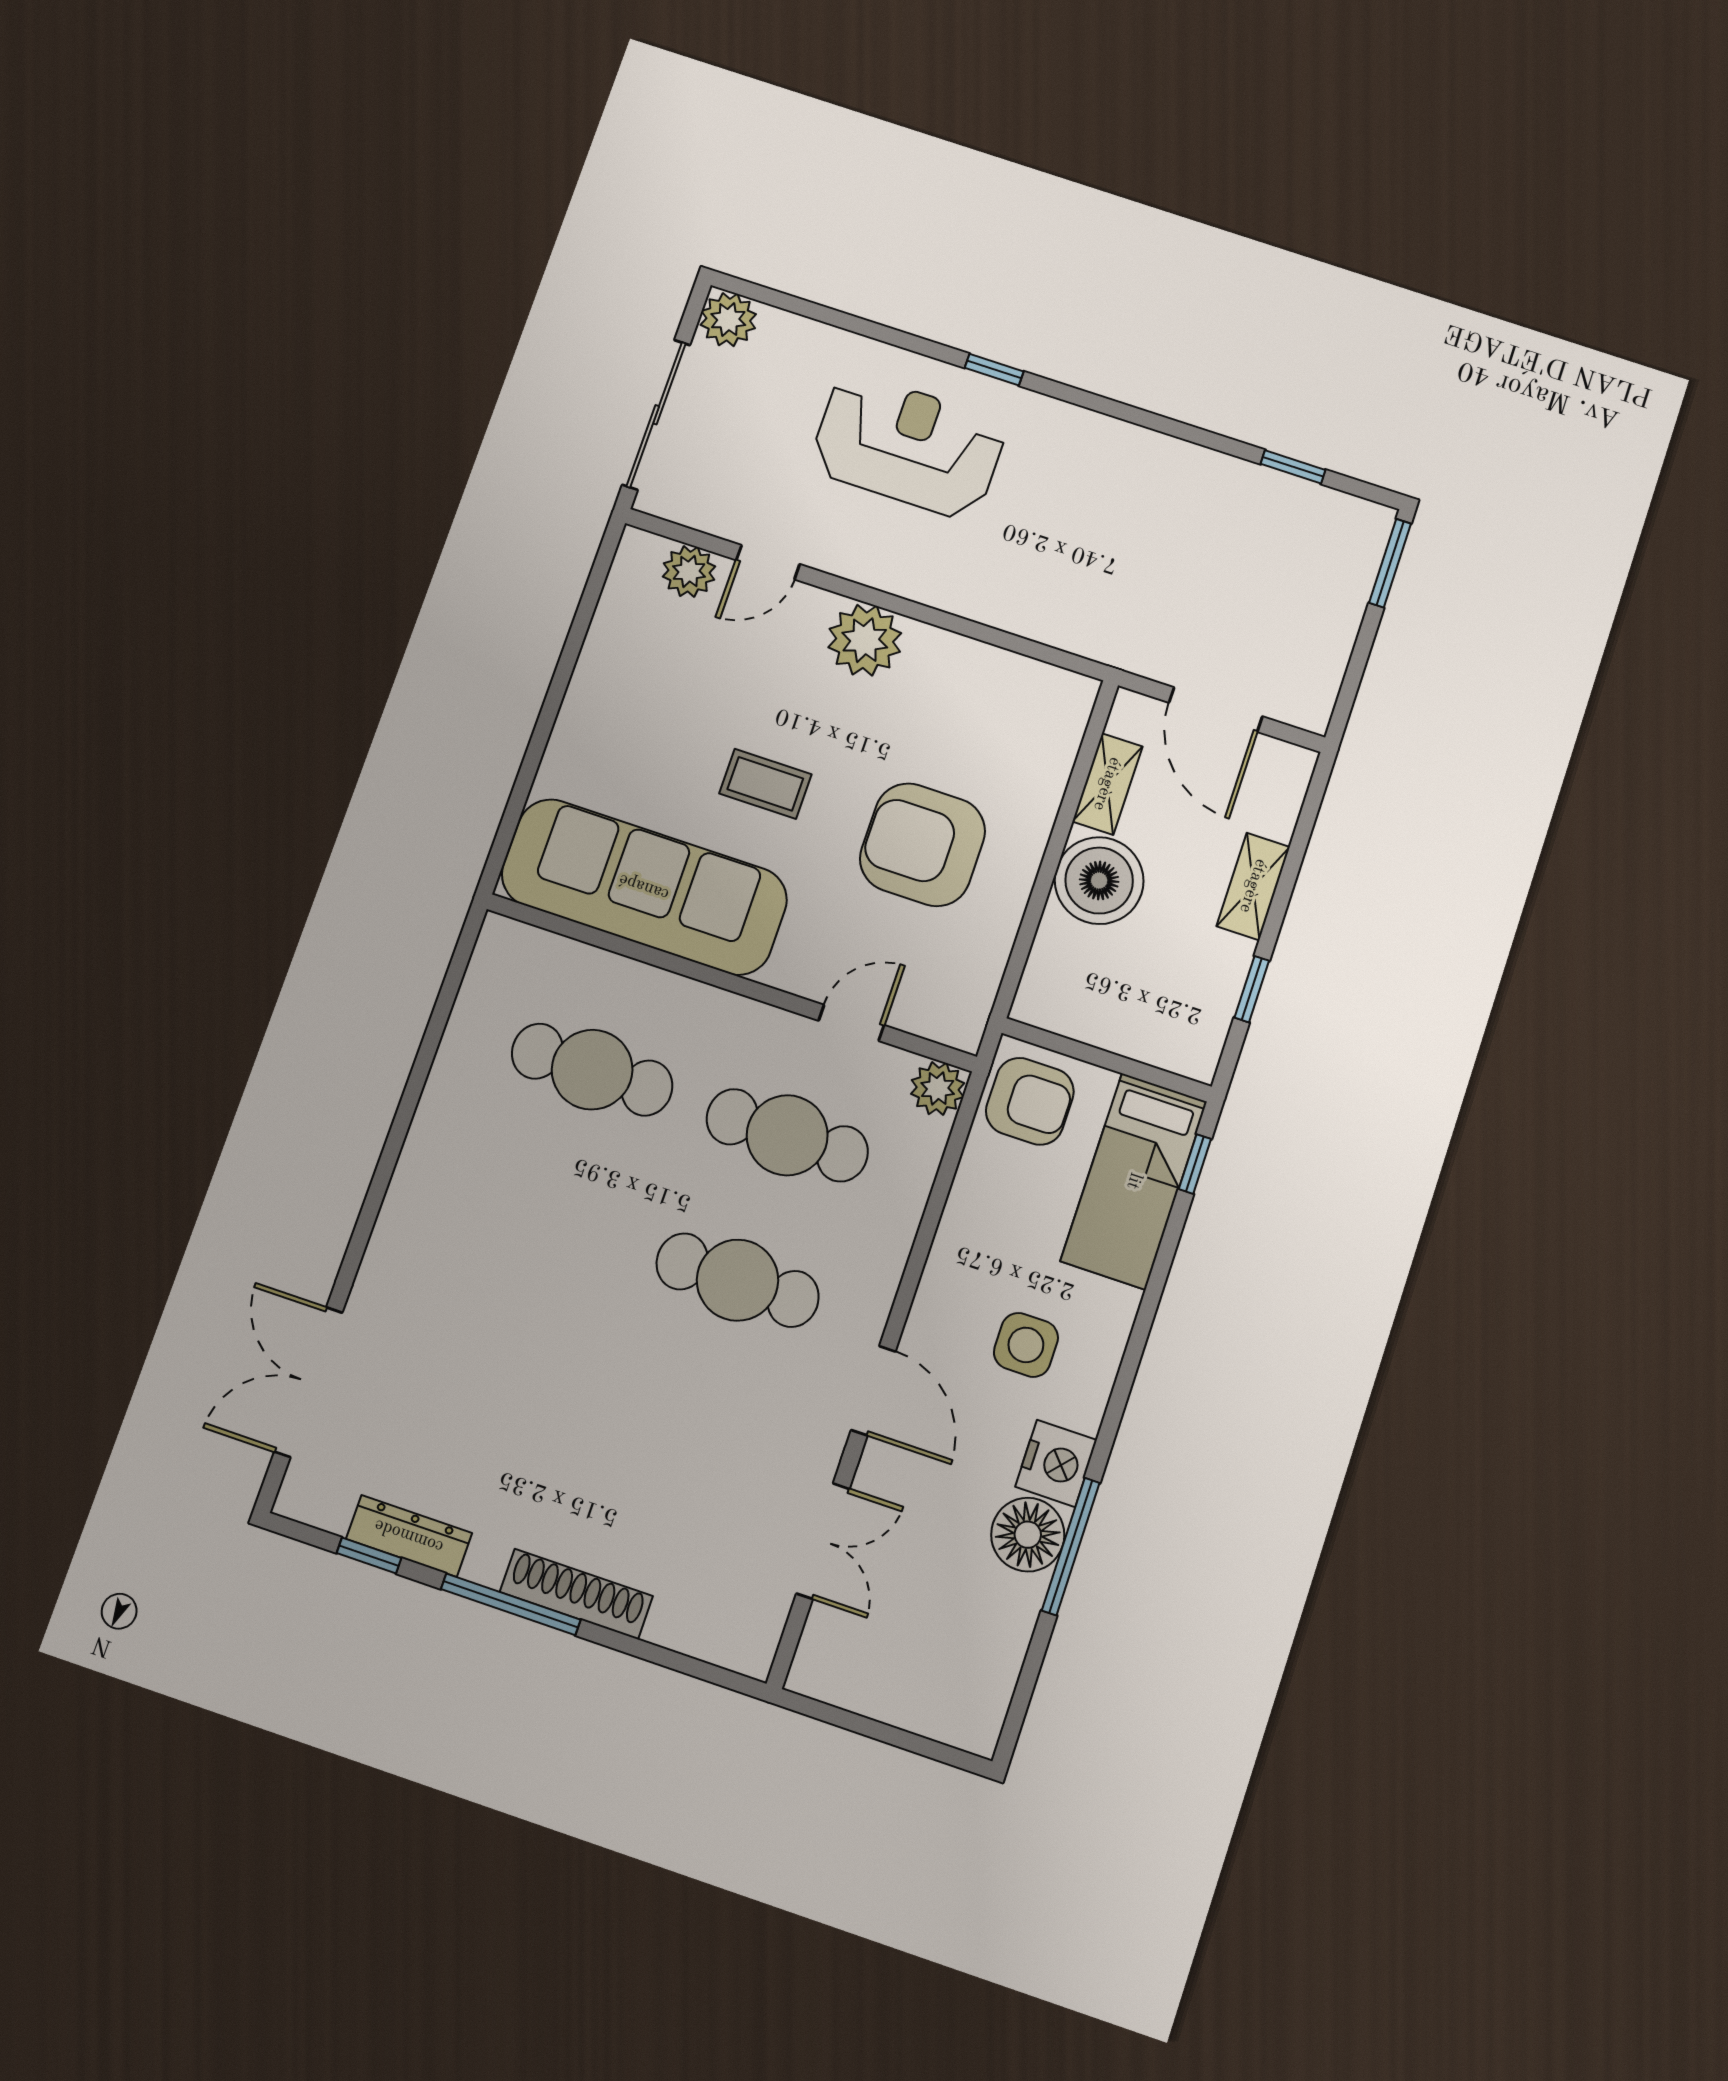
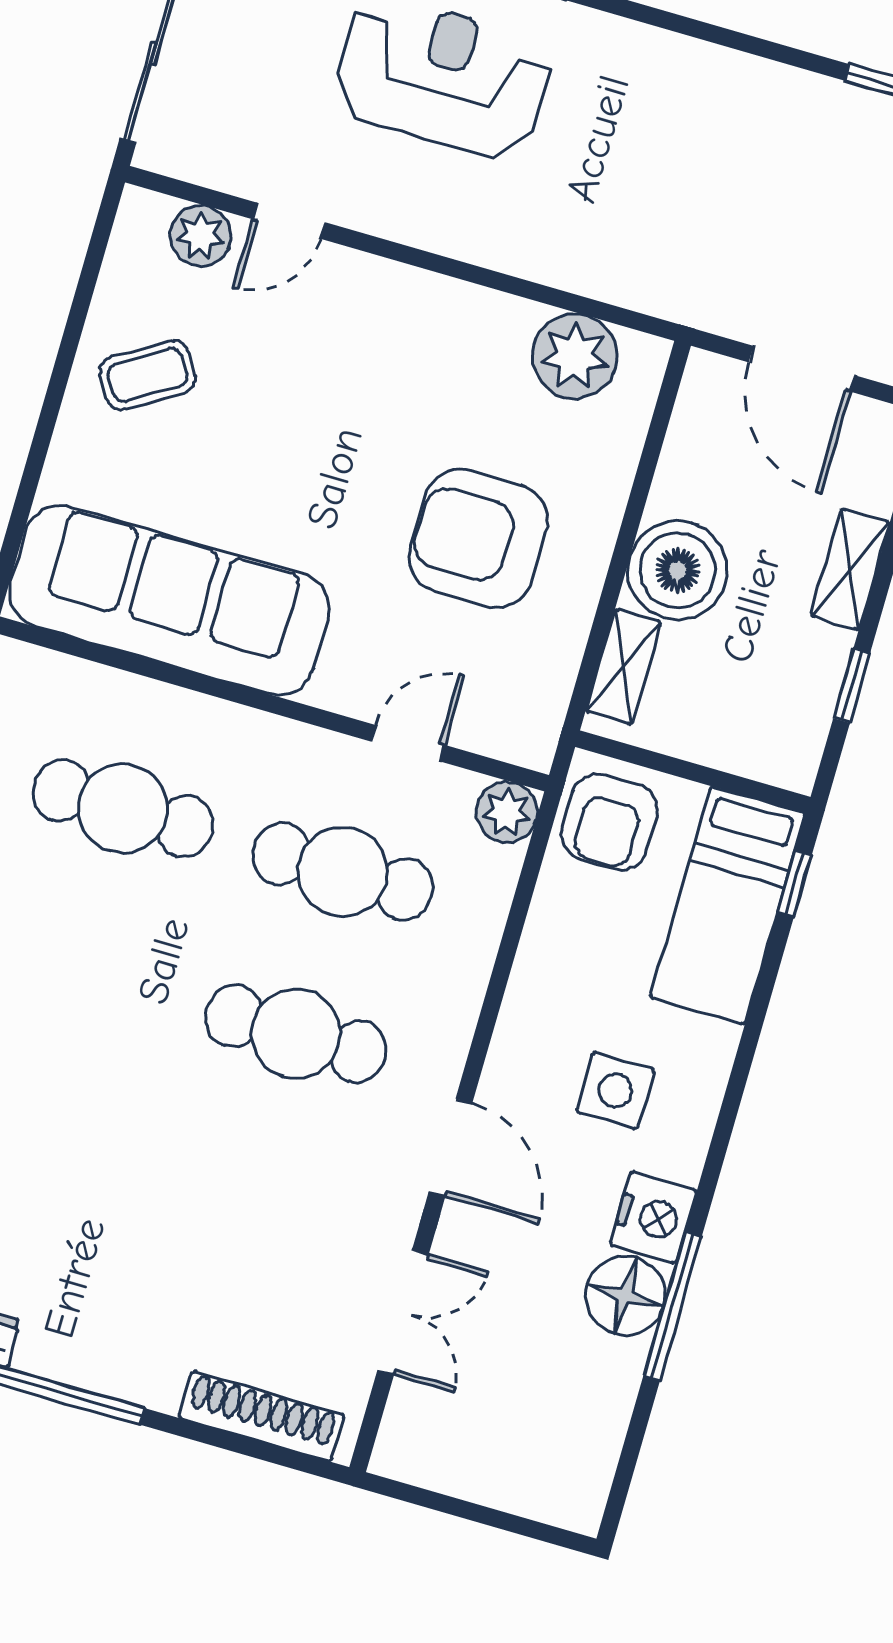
plant: (865, 640) -> (575, 356), moved
coffee table: (765, 784) -> (148, 375), moved, turned -32
shelving: (1107, 784) -> (623, 667), moved
armchair: (1030, 1101) -> (609, 822), turned 90
shoe rack: (576, 1594) -> (261, 1416), moved

